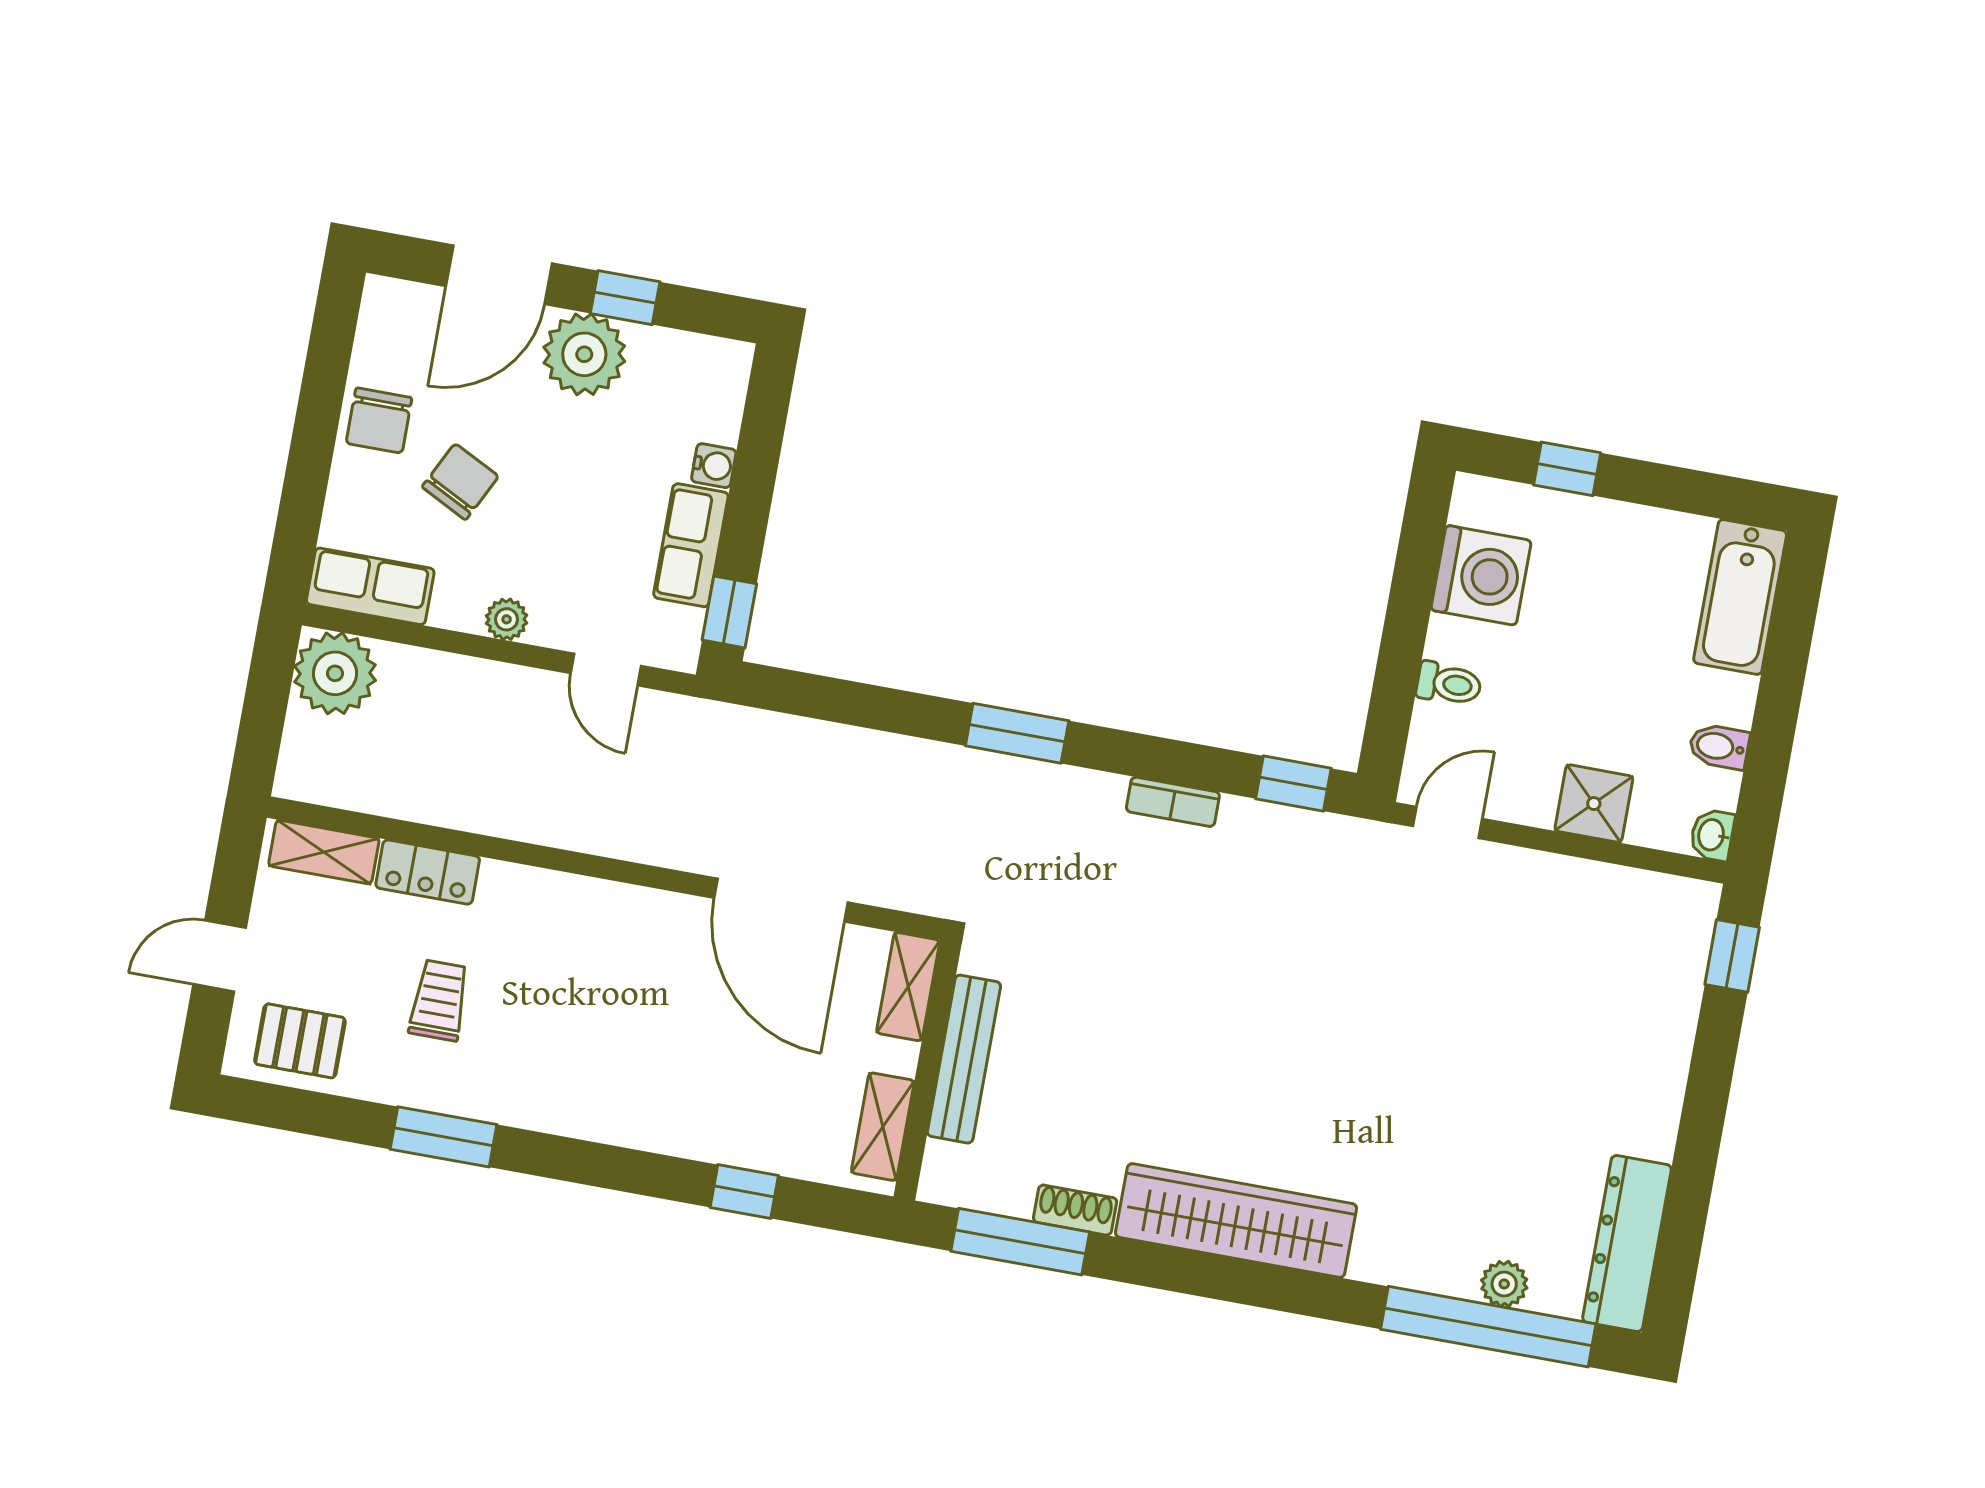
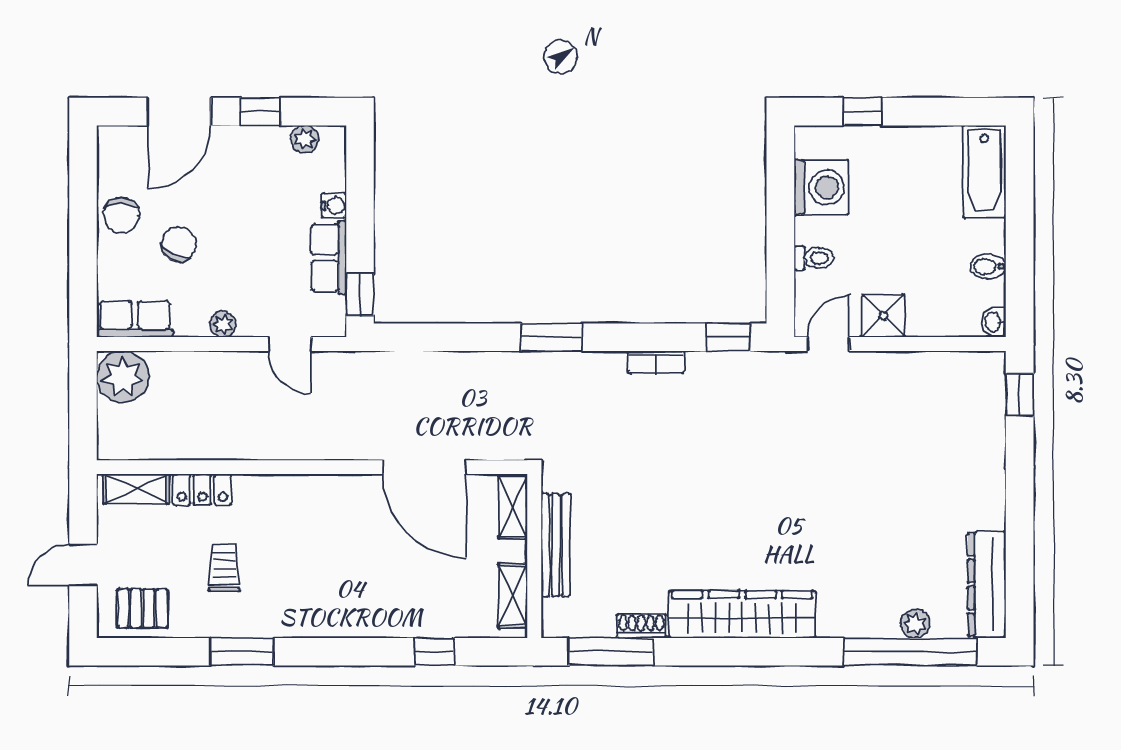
plant: (584, 354) -> (305, 139), moved, width x0.53, depth x0.53
shower: (1594, 804) -> (883, 316), moved

